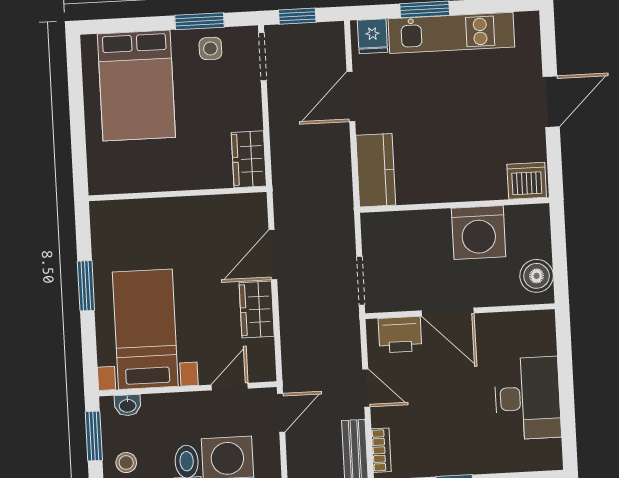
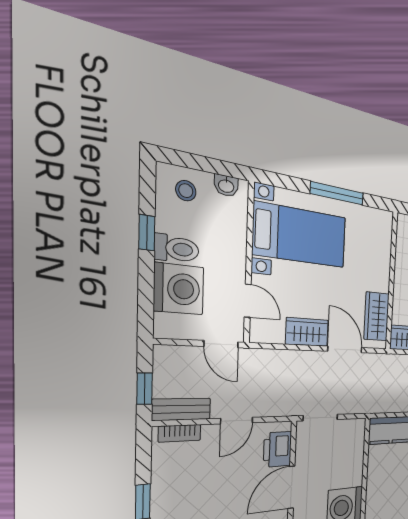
wardrobe: (226, 212) -> (377, 316), added
window: (86, 286) -> (337, 193), width x1.44
washbasin: (128, 405) -> (226, 186), moved, turned -90
window: (94, 436) -> (214, 166), removed

